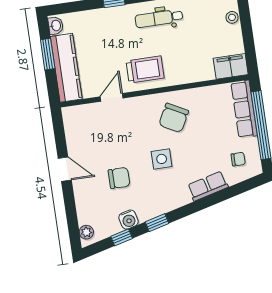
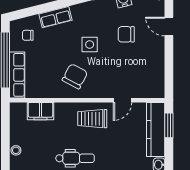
window: (48, 54) -> (169, 125), moved
filing cabinet: (231, 66) -> (40, 111), moved
door: (65, 169) -> (169, 27), moved

